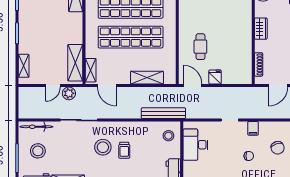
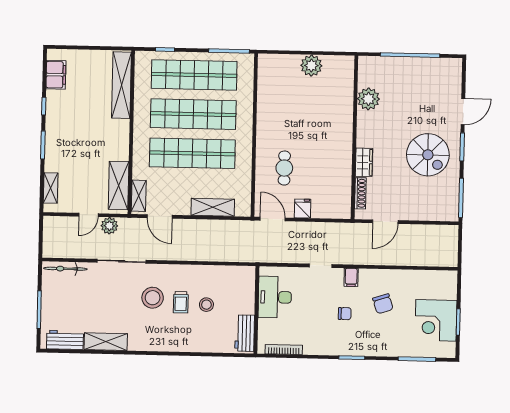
wardrobe: (261, 29) -> (364, 162), moved
bench: (163, 113) -> (233, 255), removed
stool: (168, 136) -> (206, 305), moved
stool: (38, 151) -> (67, 301), removed

